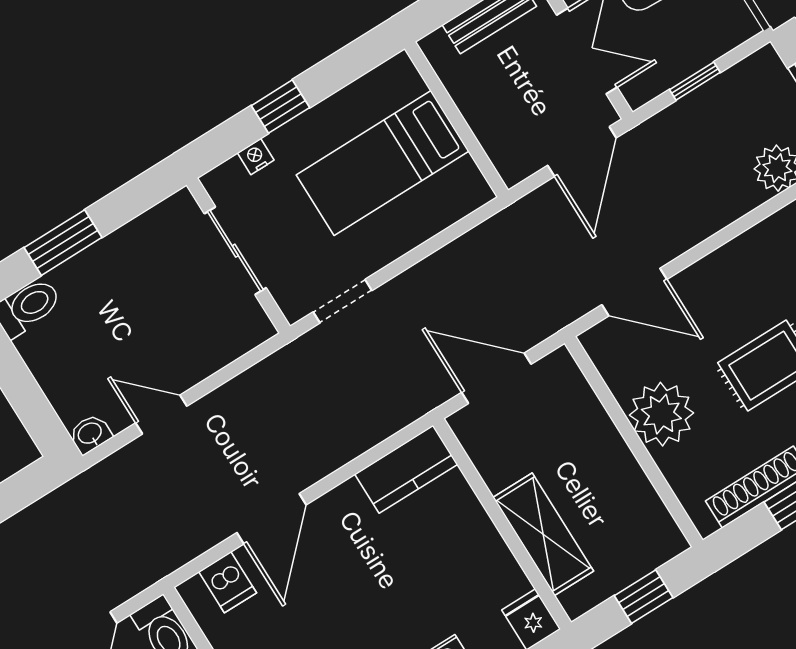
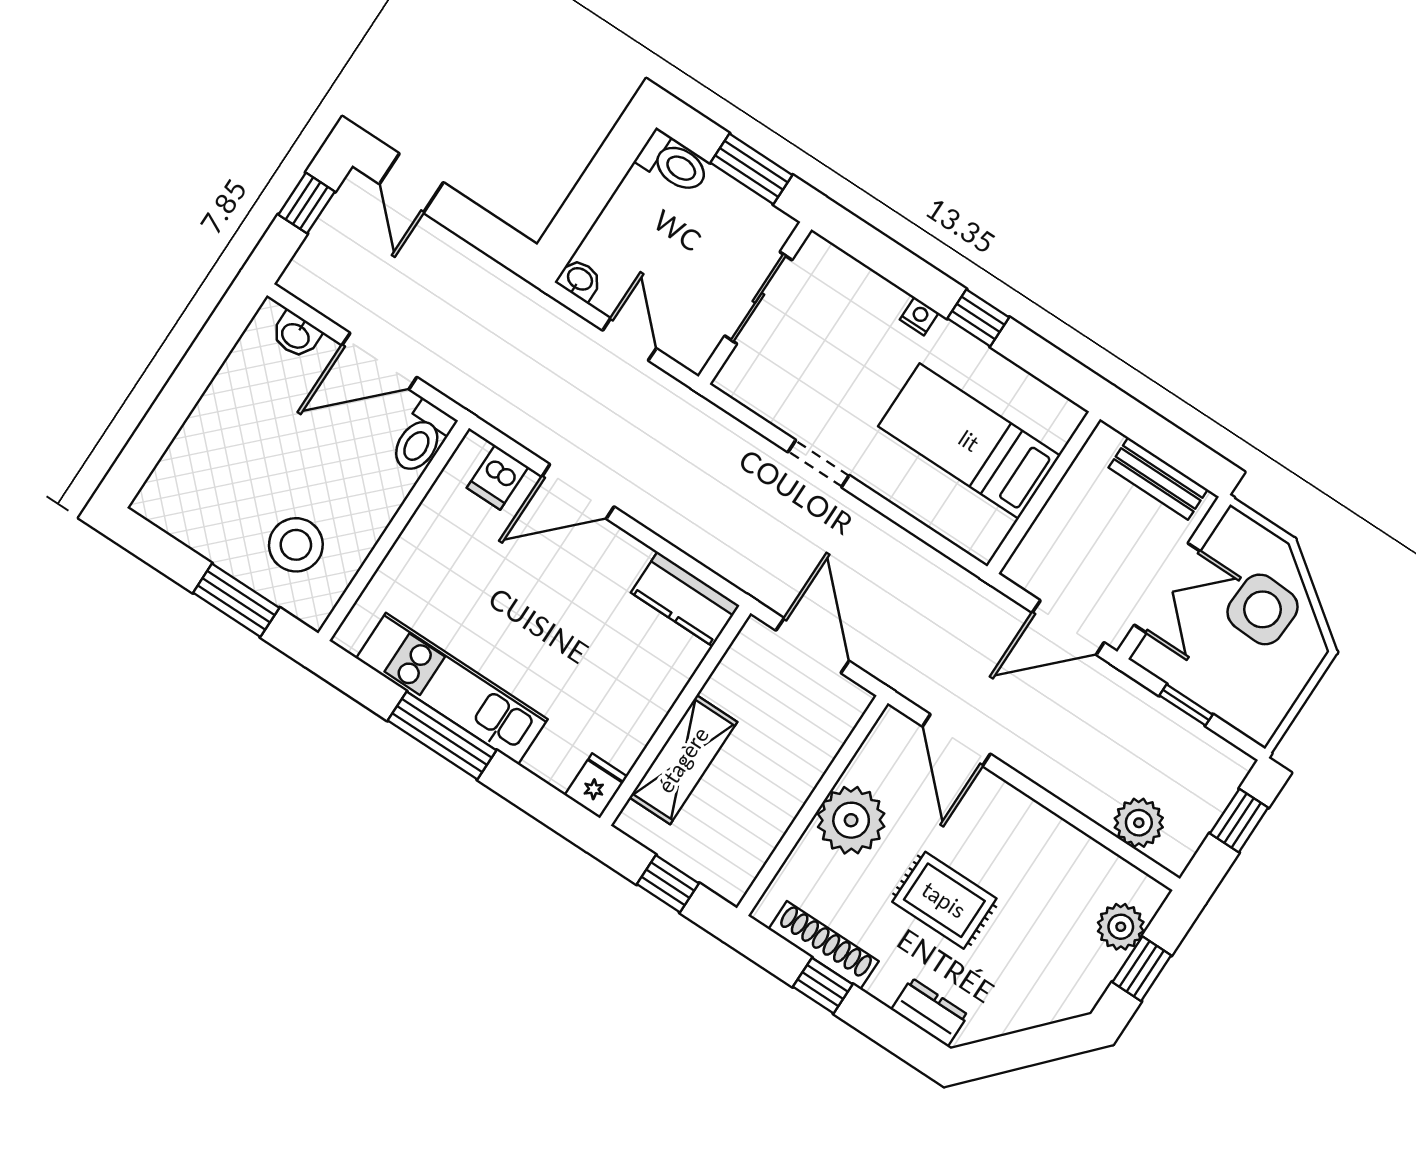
sliding door: (235, 251) -> (758, 298), moved
wall: (238, 256) -> (755, 303), moved

